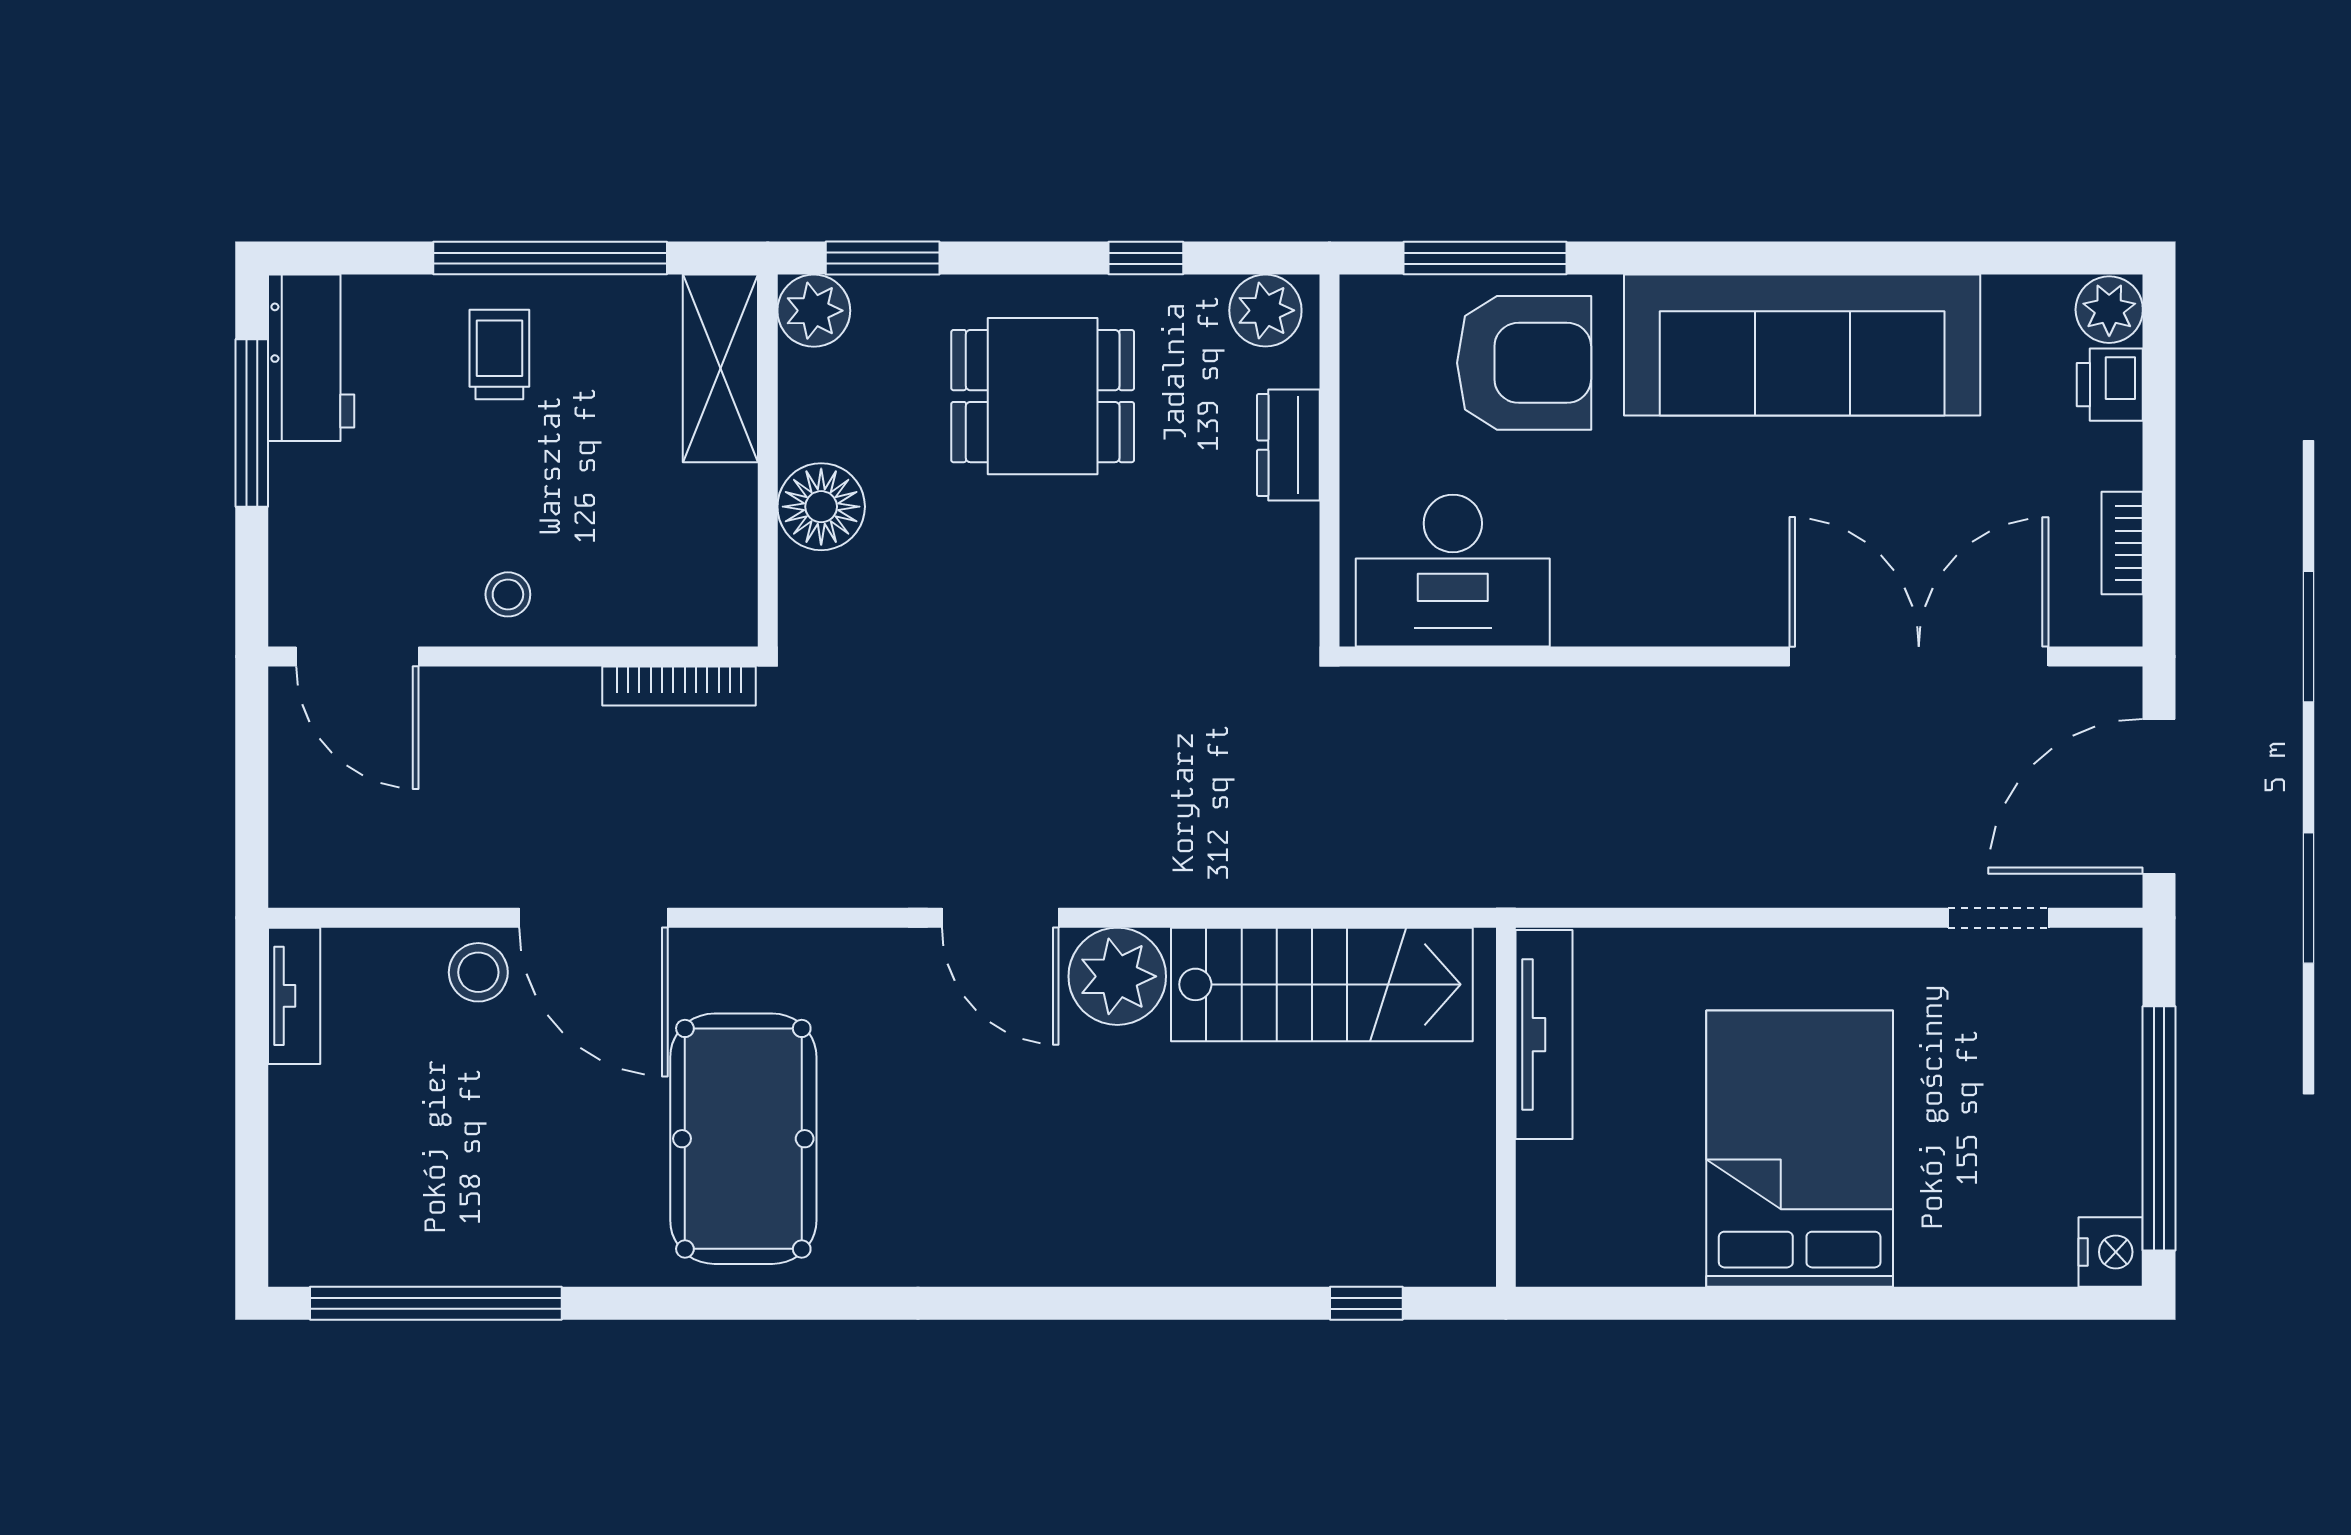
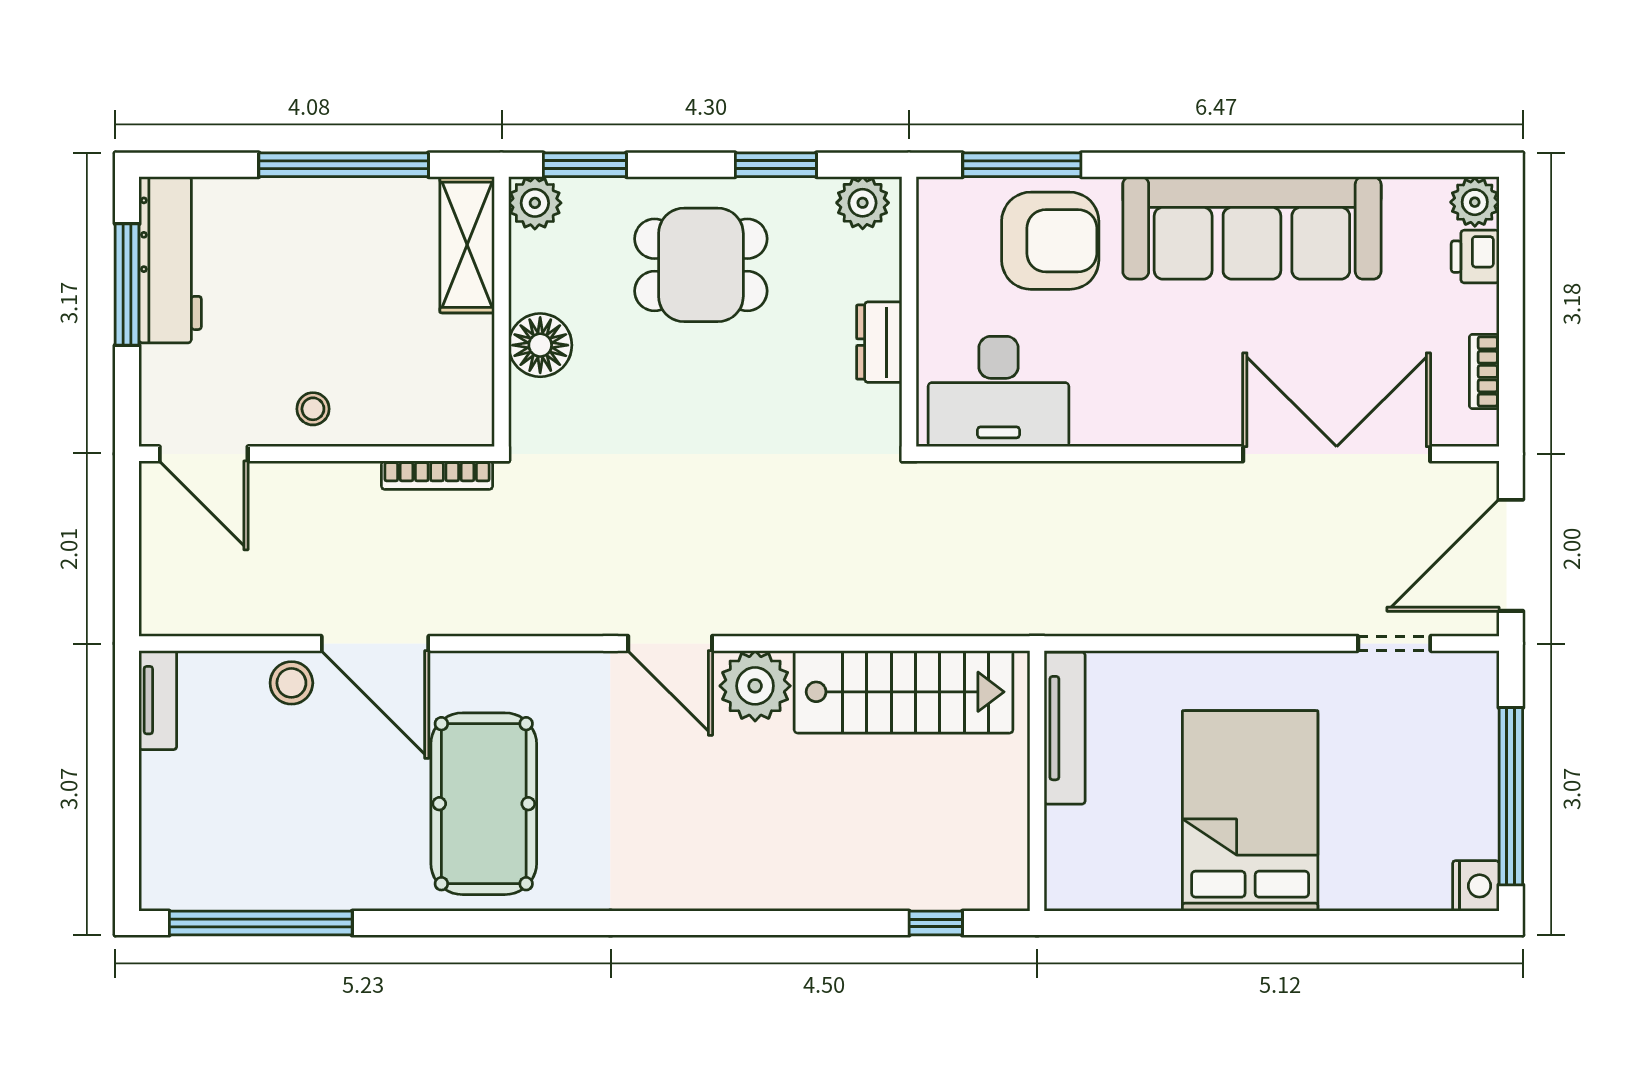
window: (1146, 258) -> (776, 165), width x1.50
trolley: (499, 355) -> (307, 235), removed
workbench: (311, 358) -> (170, 260), width x1.38
dresser: (1288, 445) -> (879, 342), moved

